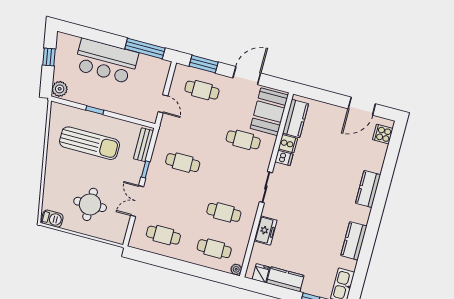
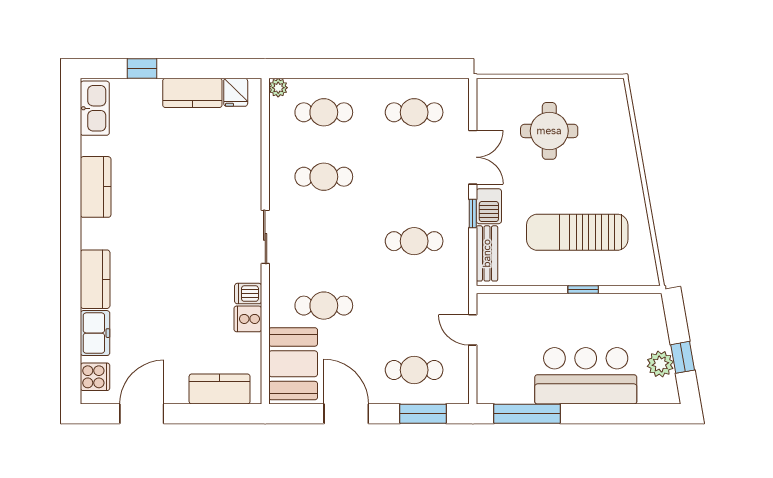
door: (247, 76) -> (346, 414), swing flipped
plant: (60, 89) -> (660, 364), moved
kitchen counter: (296, 118) -> (220, 389), moved, turned 90
barbecue: (52, 219) -> (489, 206), moved, turned -90
freezer: (265, 230) -> (95, 333), moved, turned 180

